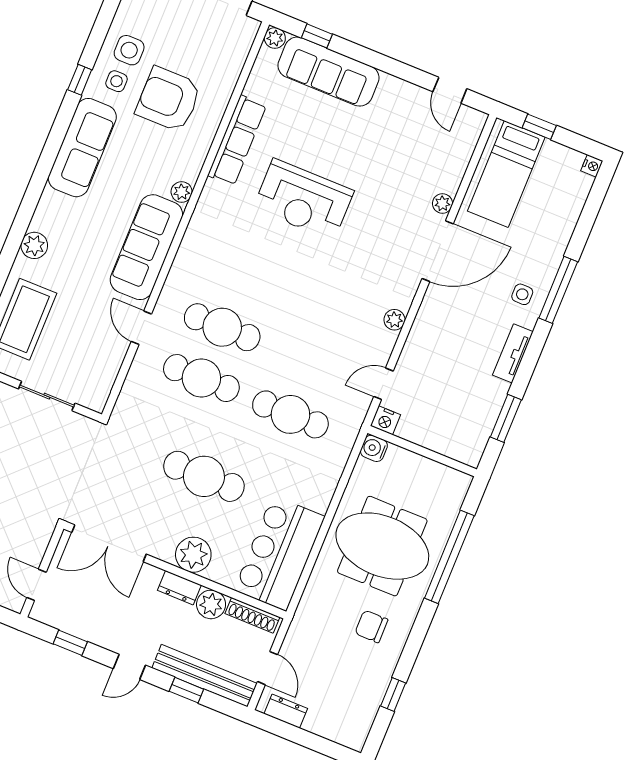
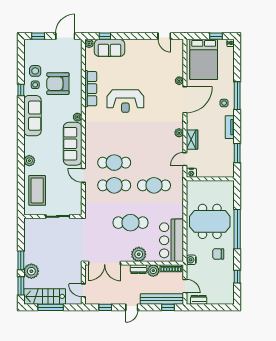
sofa: (328, 72) -> (109, 48), width x0.73
window: (539, 127) -> (216, 36), moved
bed: (506, 174) -> (204, 59), width x1.50
wardrobe: (417, 347) -> (192, 140), added
water cooler: (374, 448) -> (191, 260), moved
window: (449, 557) -> (237, 229), moved
window: (186, 690) -> (168, 307), moved

